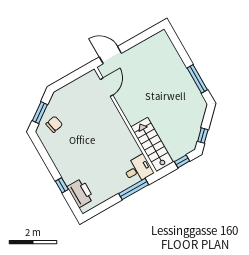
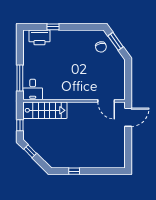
window: (197, 79) -> (74, 171), width x0.46

